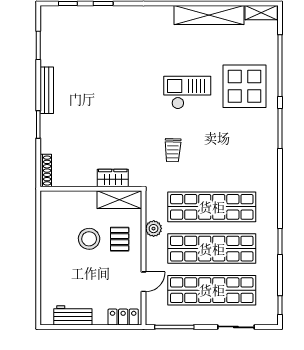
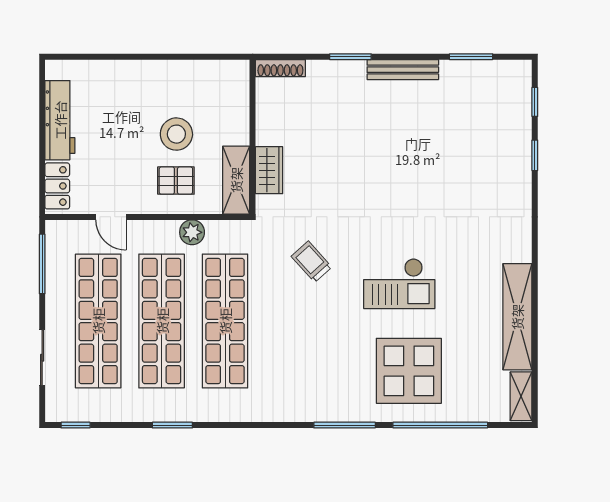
checkout: (187, 93) -> (399, 284), turned 90
trolley: (173, 150) -> (311, 262), turned 46
workbench: (73, 315) -> (60, 120), width x1.38

